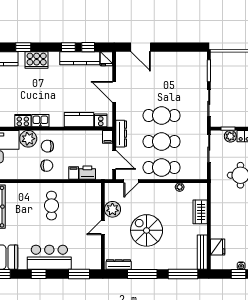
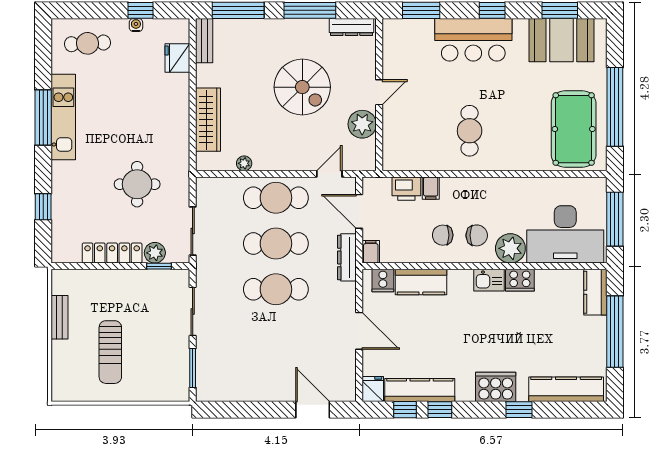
chair: (47, 166) -> (443, 235), moved
wardrobe: (200, 212) -> (208, 120), width x1.50
bench: (202, 252) -> (204, 41), width x0.73

